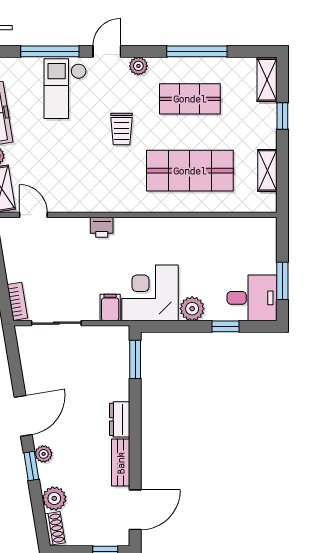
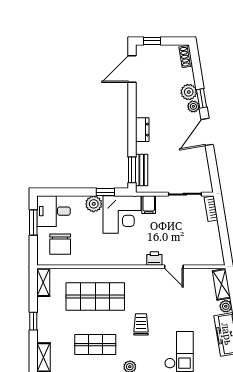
window: (282, 116) -> (33, 321), moved
shelving: (267, 170) -> (43, 282), moved
door: (33, 215) -> (174, 267), moved
chair: (242, 249) -> (60, 244), added
window: (225, 326) -> (105, 192), moved
bench: (121, 463) -> (142, 170), moved
plant: (54, 498) -> (189, 92), moved

